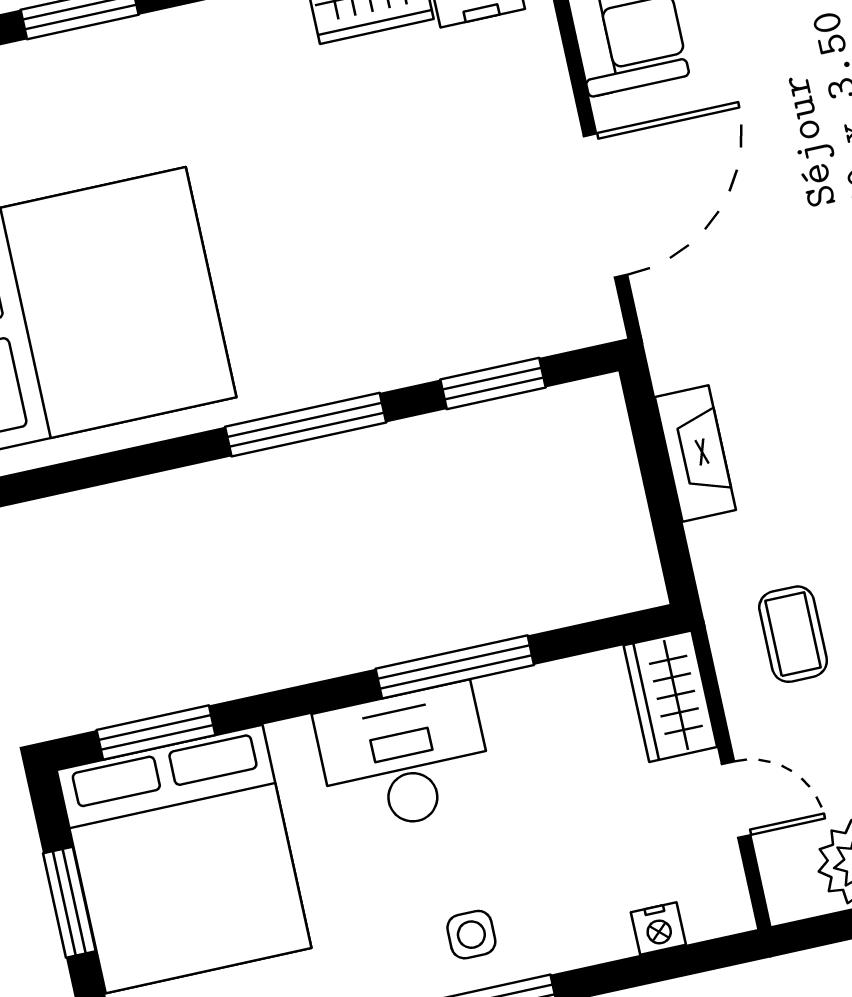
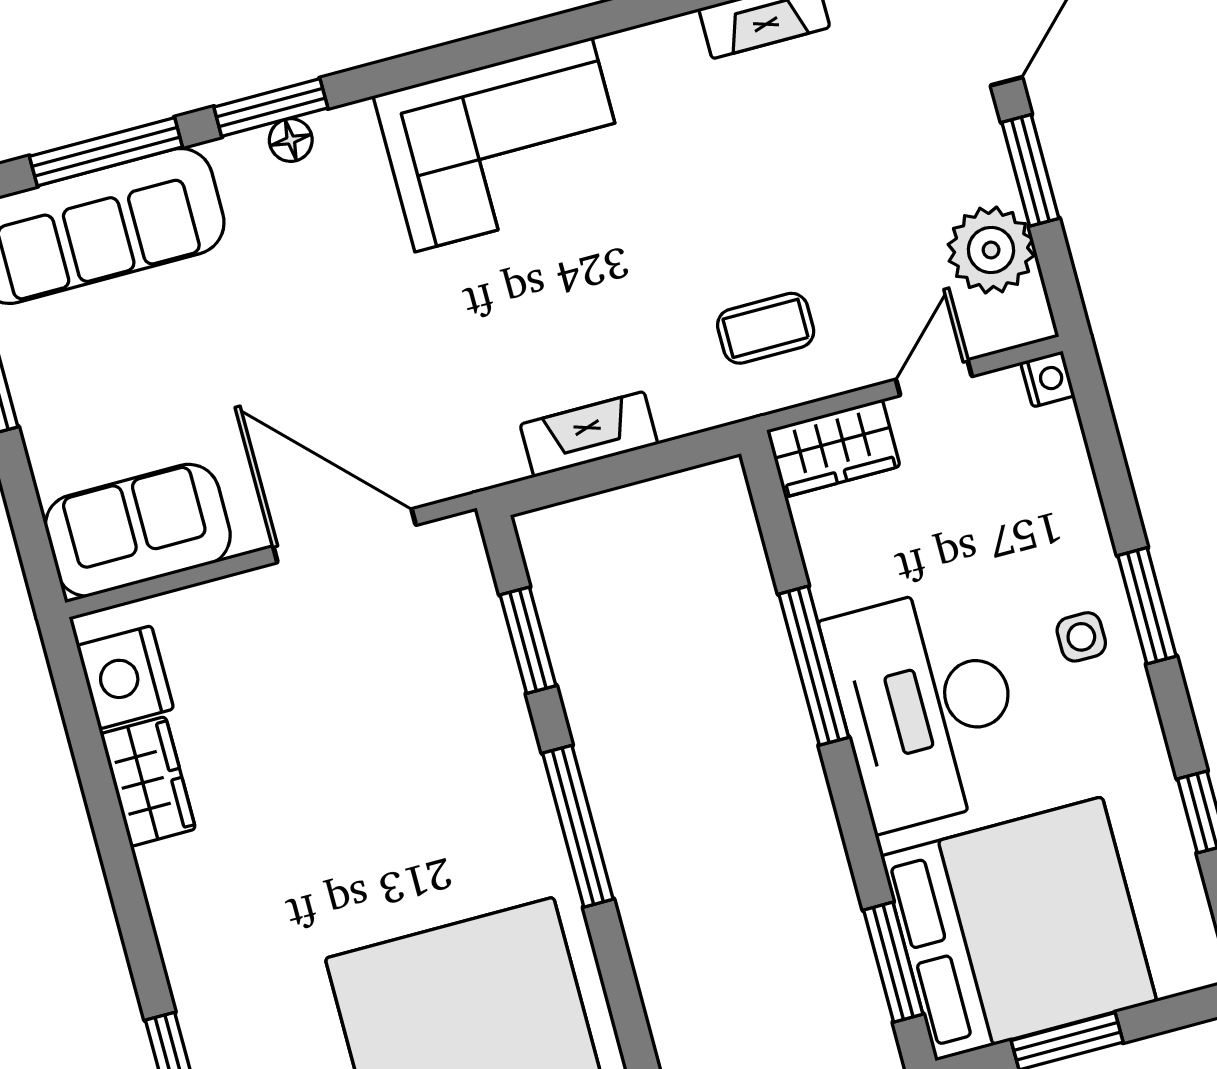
desk: (404, 759) -> (927, 707), width x1.36, depth x1.30
nightstand: (658, 929) -> (1048, 379), moved

